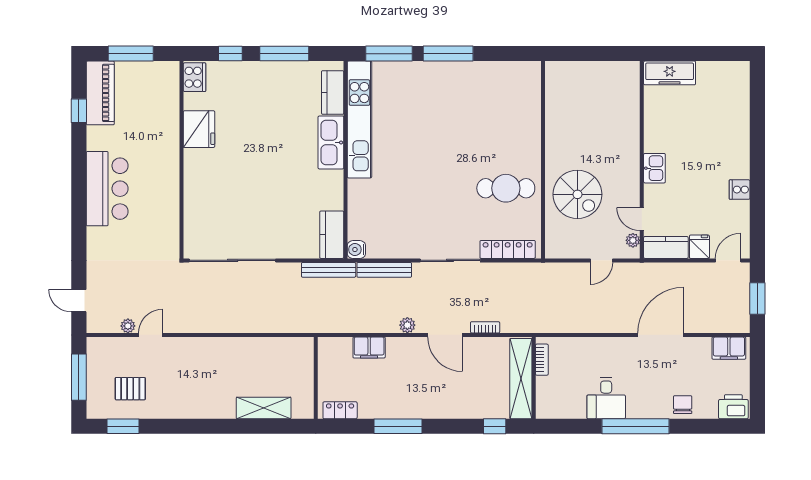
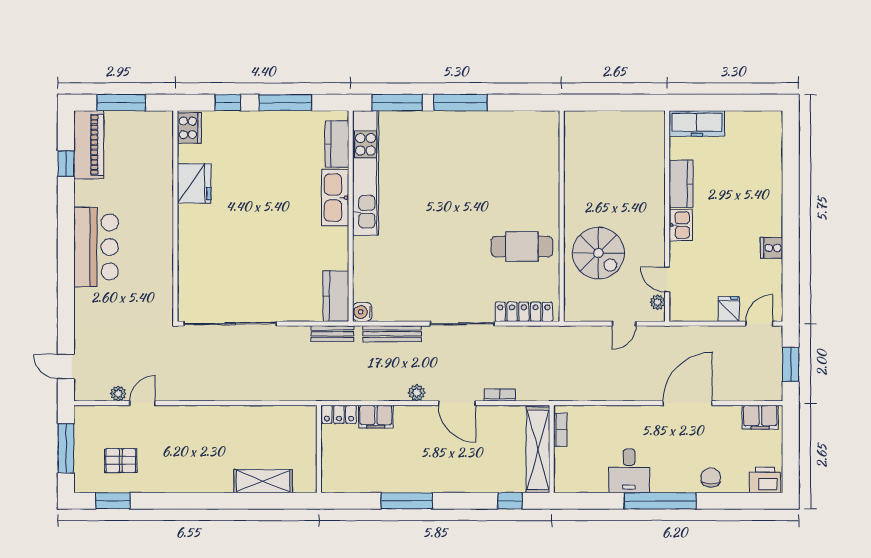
kitchen counter: (666, 247) -> (681, 184), moved, turned 90
bench: (329, 270) -> (333, 334), width x0.73
locker: (340, 410) -> (339, 414), moved, turned 180

